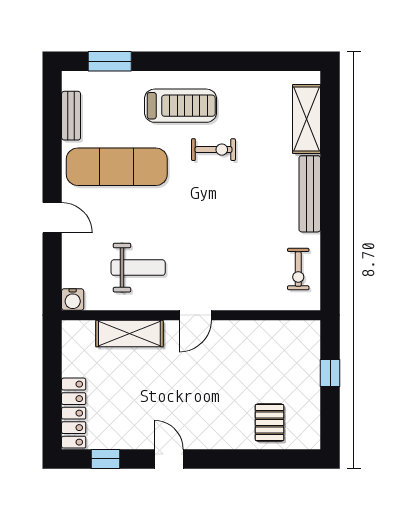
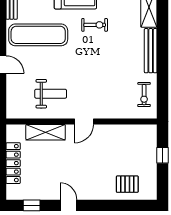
water cooler: (73, 299) -> (12, 112), removed
locker: (74, 413) -> (13, 163), moved
pallet: (269, 423) -> (127, 184), turned 90

